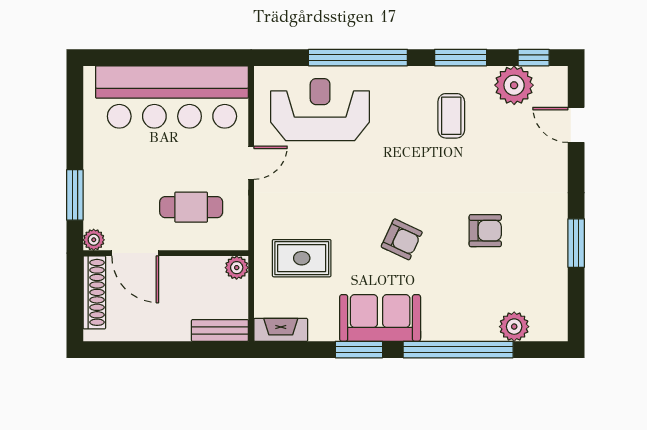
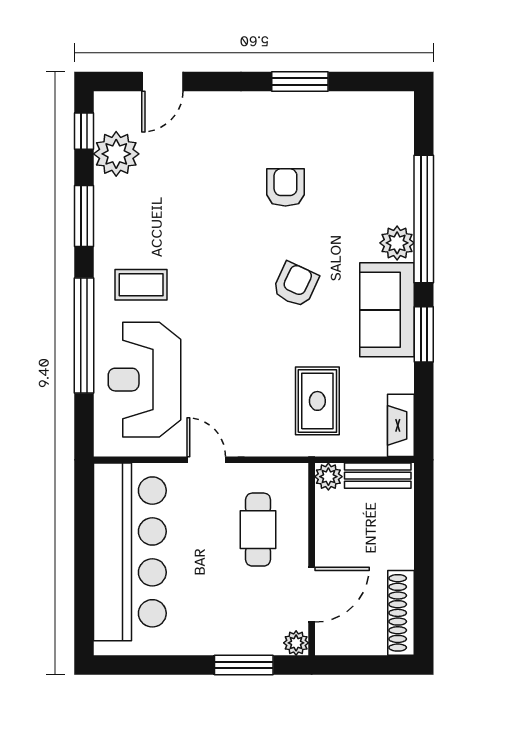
coffee table: (451, 116) -> (141, 285), moved
shoe rack: (94, 292) -> (401, 613), moved, turned -90
plant: (514, 327) -> (397, 243), moved
bench: (220, 330) -> (378, 476), moved, turned 90

